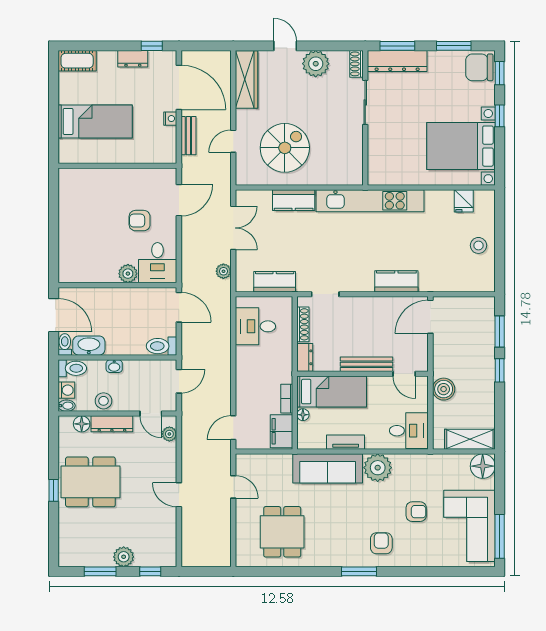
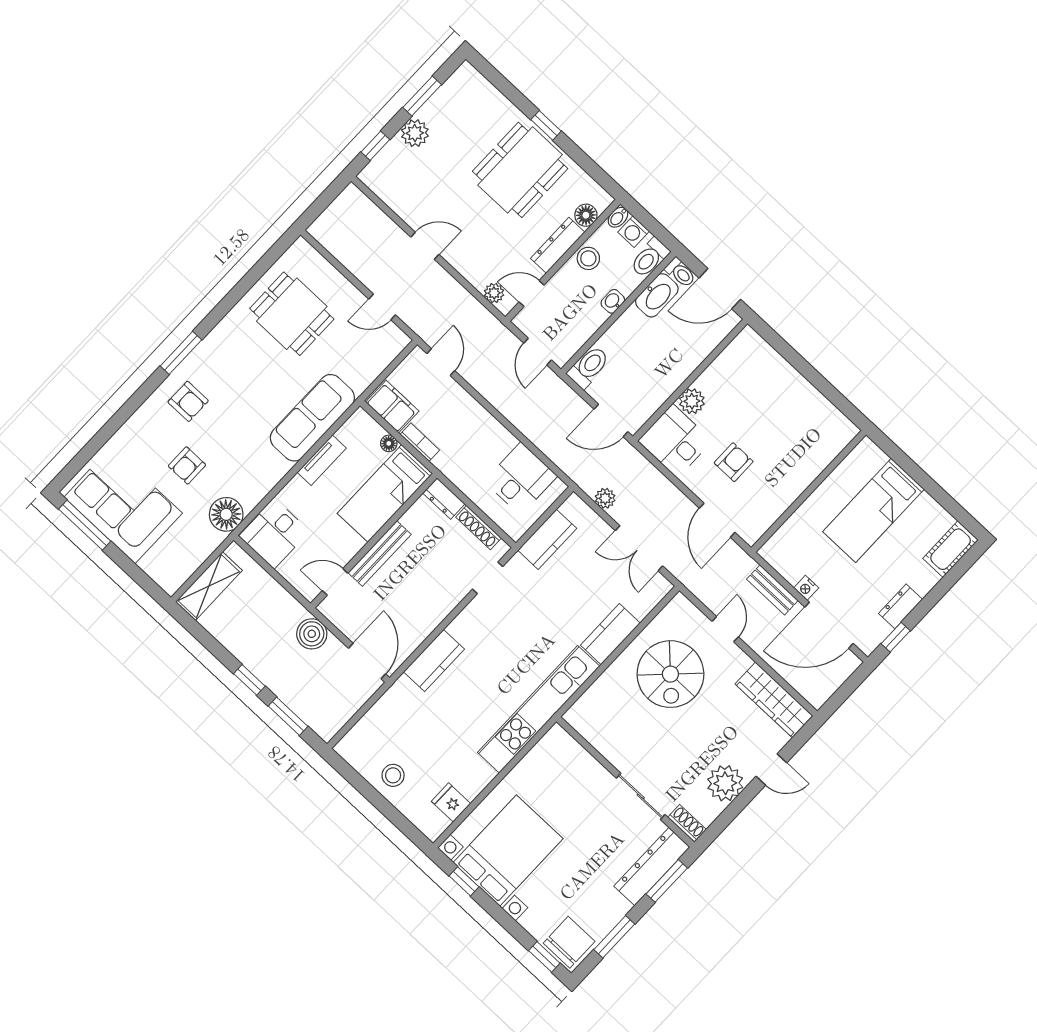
window: (500, 116) -> (464, 881), moved
boiler: (444, 389) -> (312, 634), moved
floor lamp: (483, 466) -> (226, 514), moved
plant: (378, 468) -> (266, 468), removed

